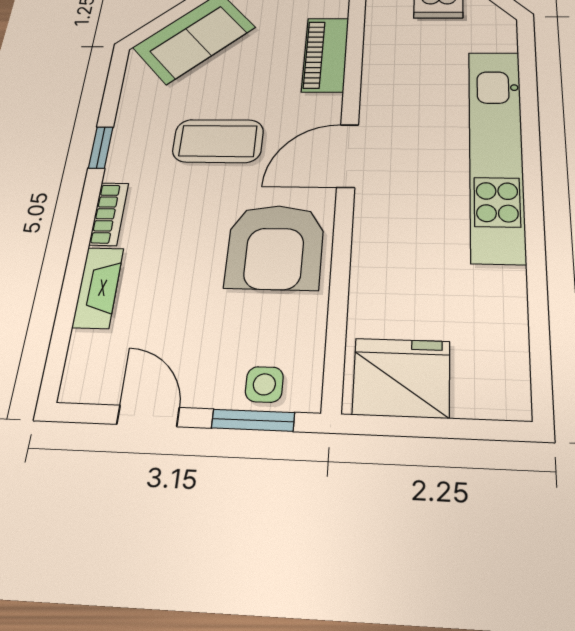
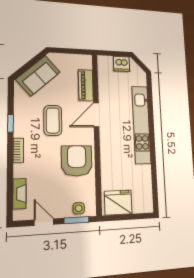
coffee table: (218, 141) -> (53, 120), turned 90
door: (348, 156) -> (96, 115), moved
armchair: (275, 247) -> (77, 161), turned 180
fireplace: (98, 288) -> (19, 194), moved

